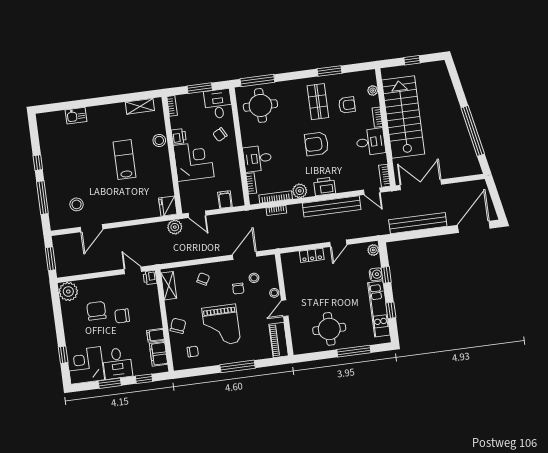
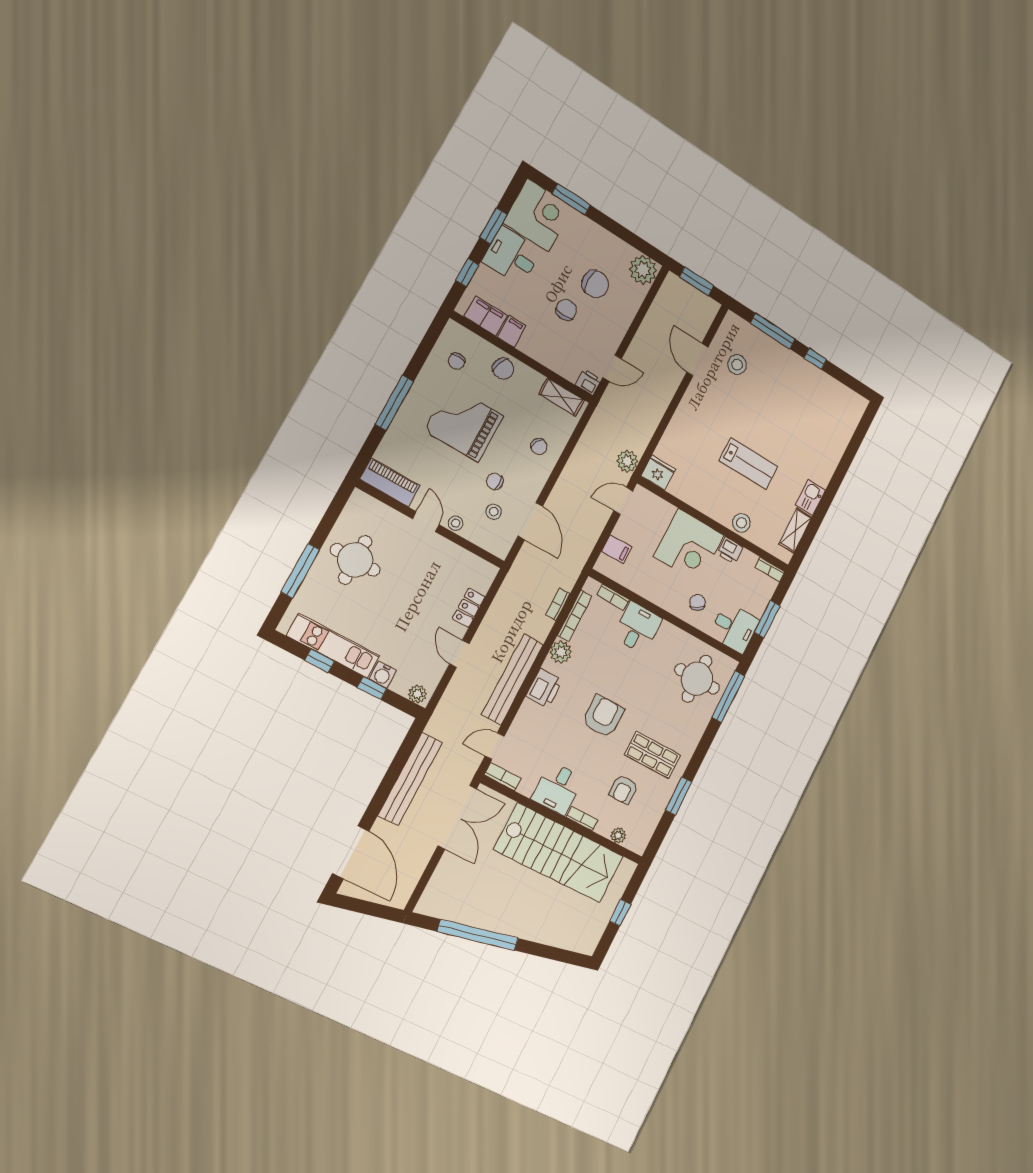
kitchen sink: (76, 116) -> (811, 497), moved
window: (63, 355) -> (571, 199), width x1.50

